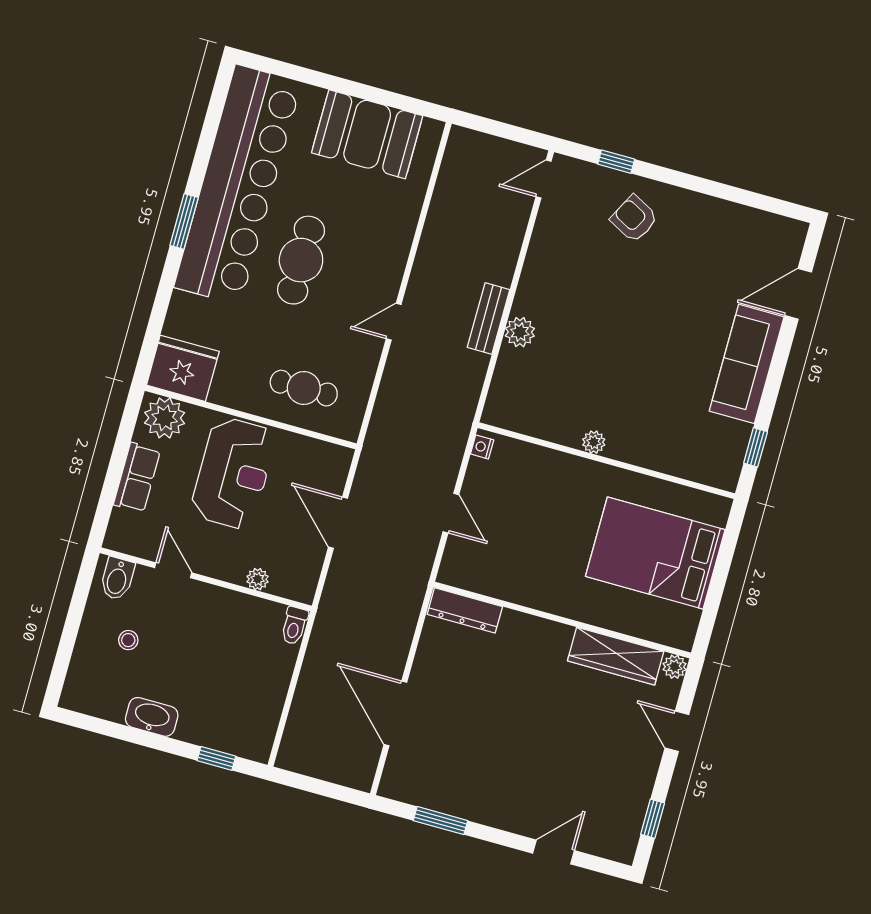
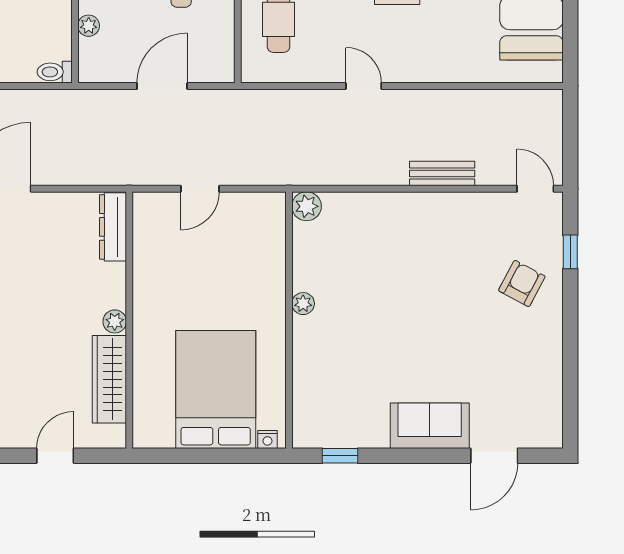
door: (798, 294) -> (494, 456), swing flipped
bench: (488, 319) -> (442, 173), moved
plant: (520, 332) -> (307, 206), moved
sofa: (747, 364) -> (430, 426), width x0.73
nightstand: (482, 447) -> (267, 439), moved, turned 180
plant: (675, 667) -> (115, 321), moved

